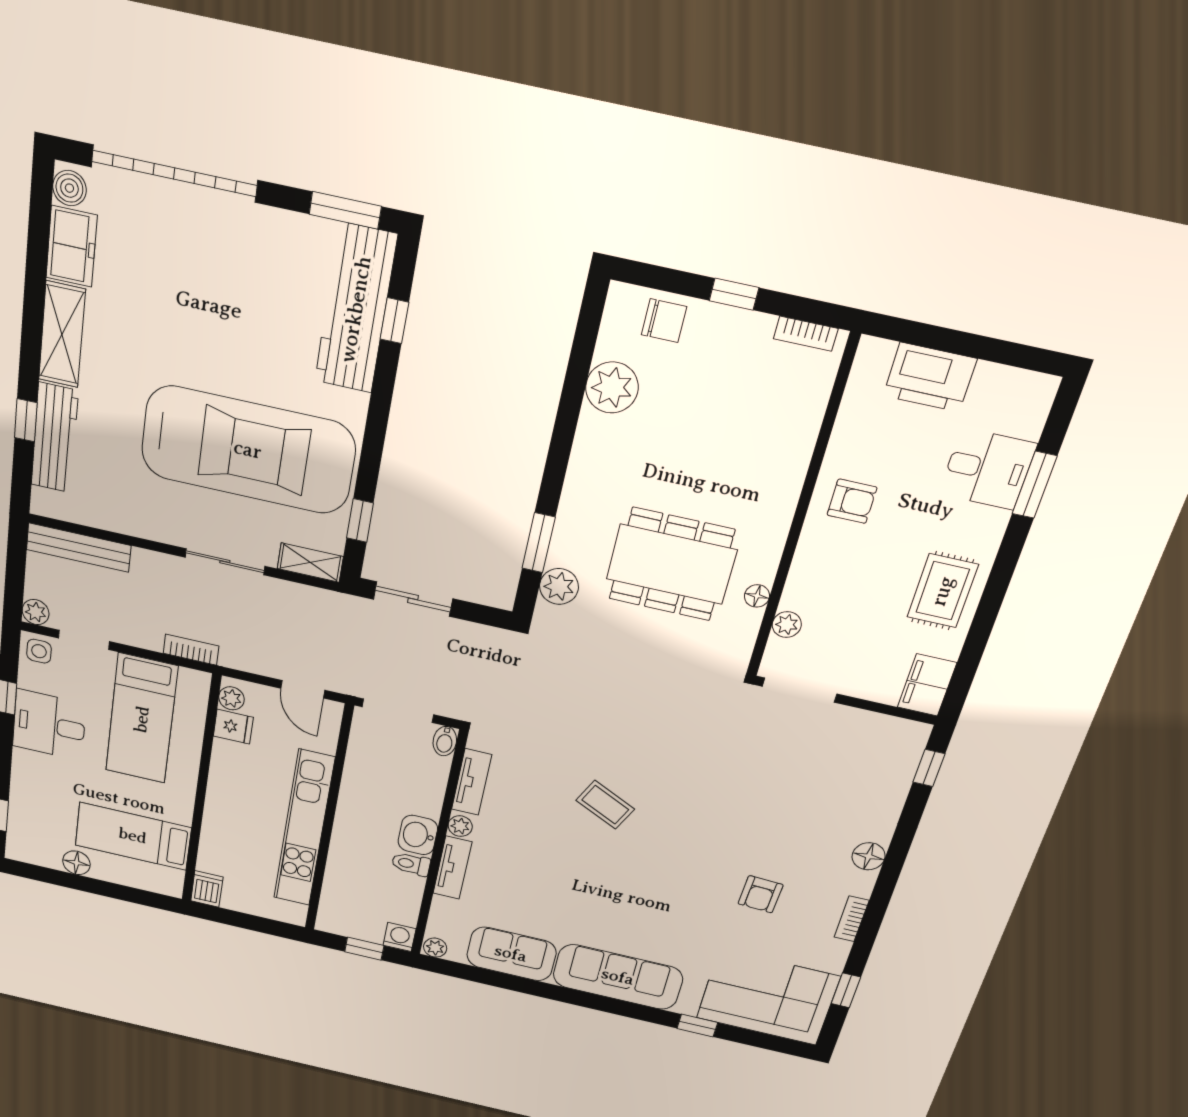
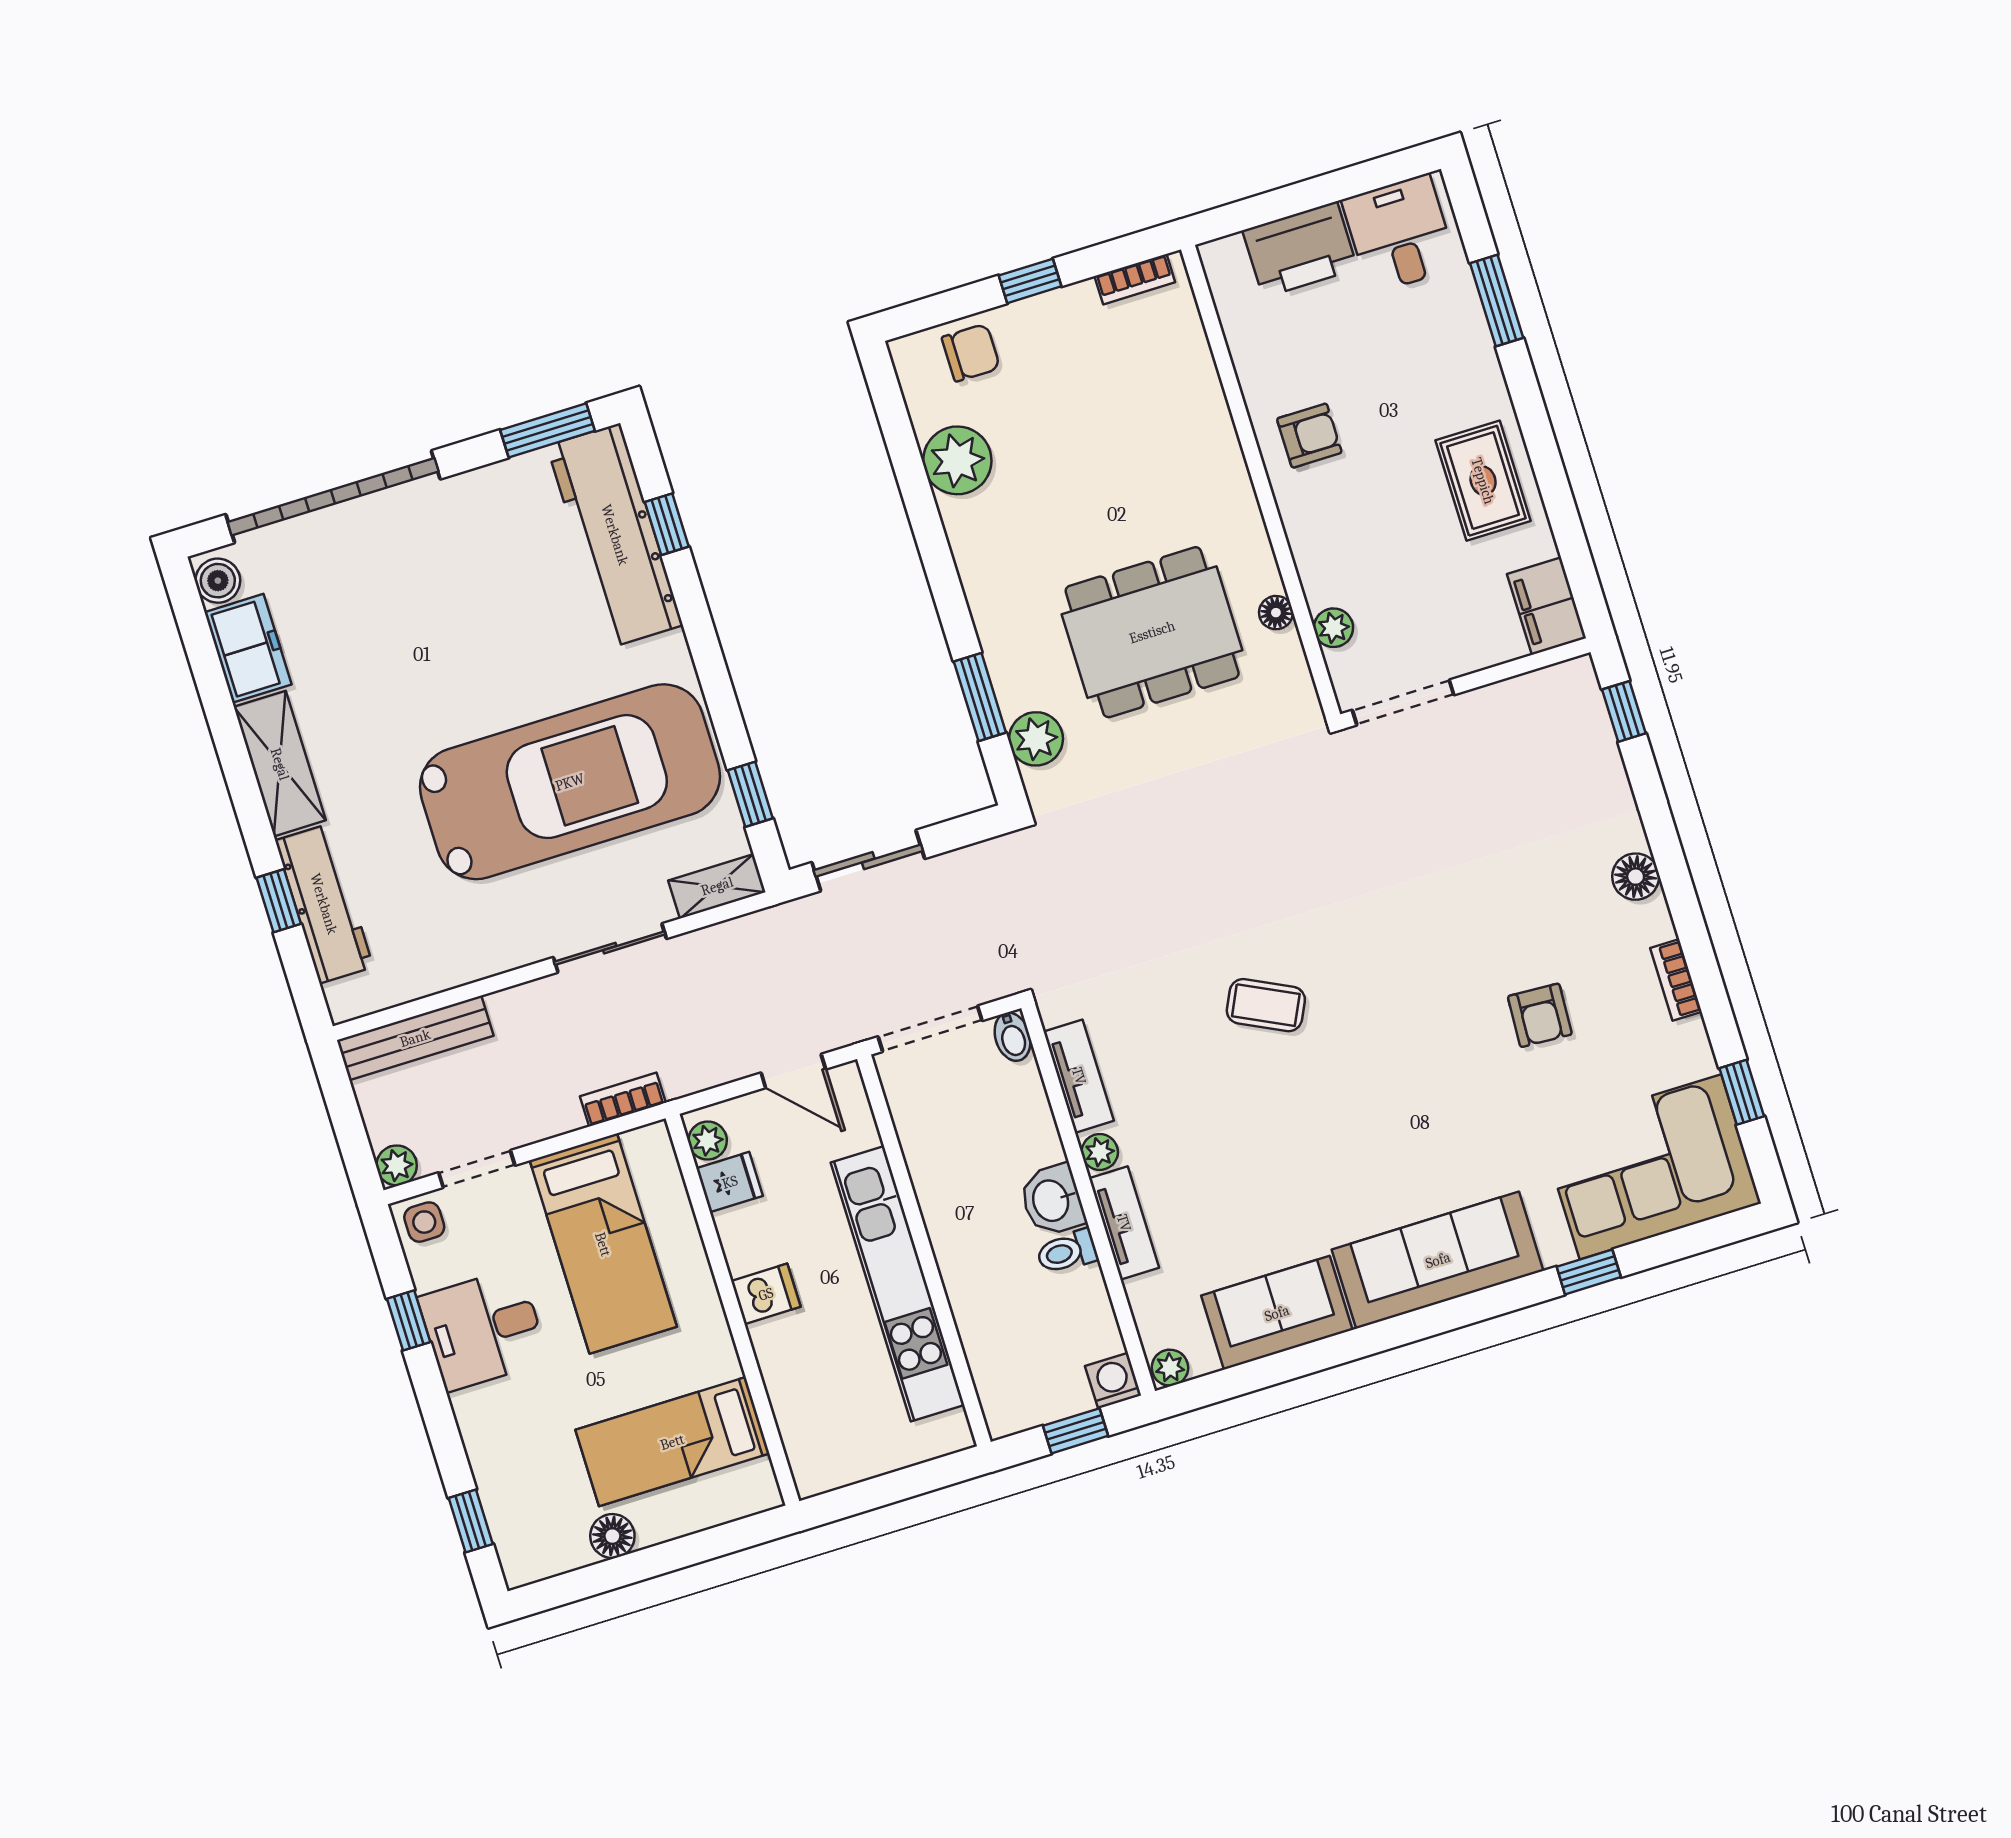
desk: (988, 469) -> (1400, 234), moved, turned -90
dishwasher: (207, 889) -> (766, 1294), moved, turned 90

